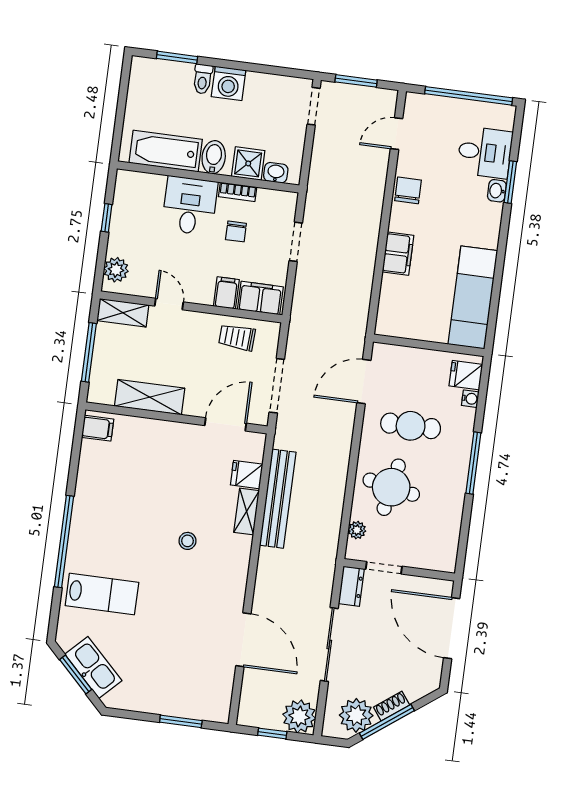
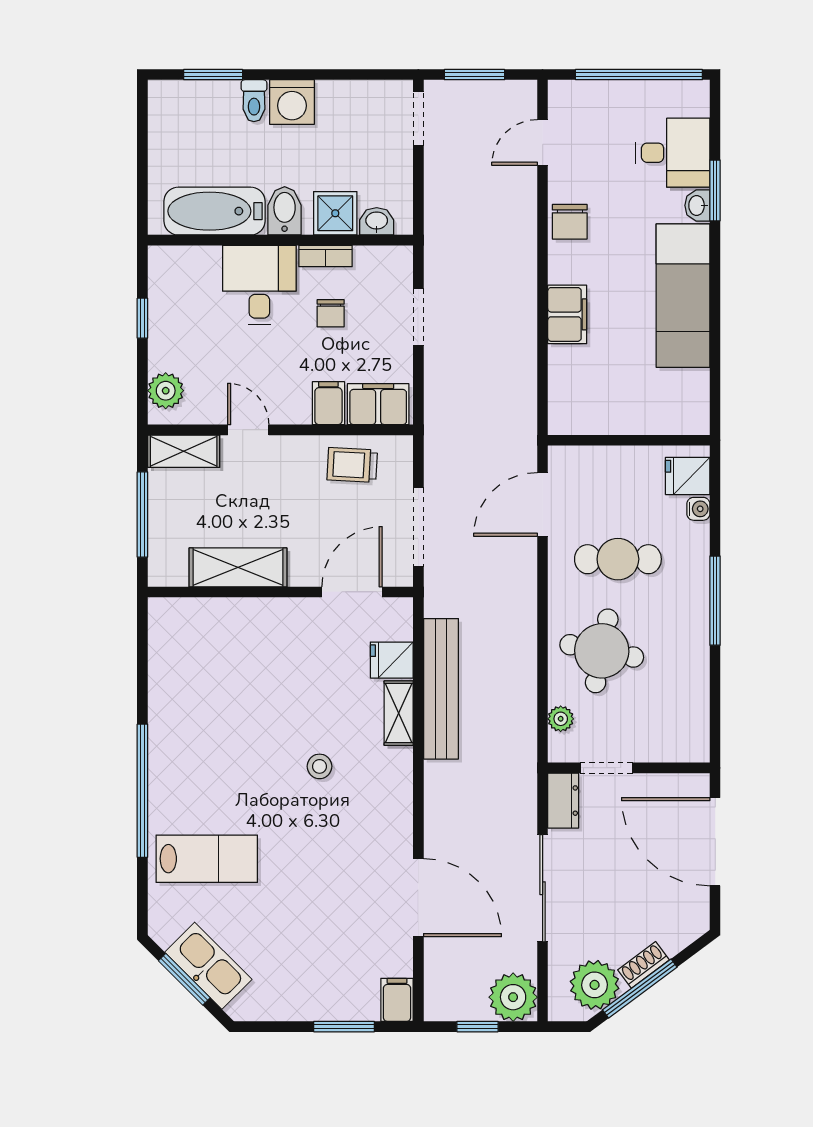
chair: (408, 190) -> (570, 222), turned 180
exam couch: (473, 298) -> (683, 296), moved
filing cabinet: (98, 428) -> (397, 1000), moved, turned -90

